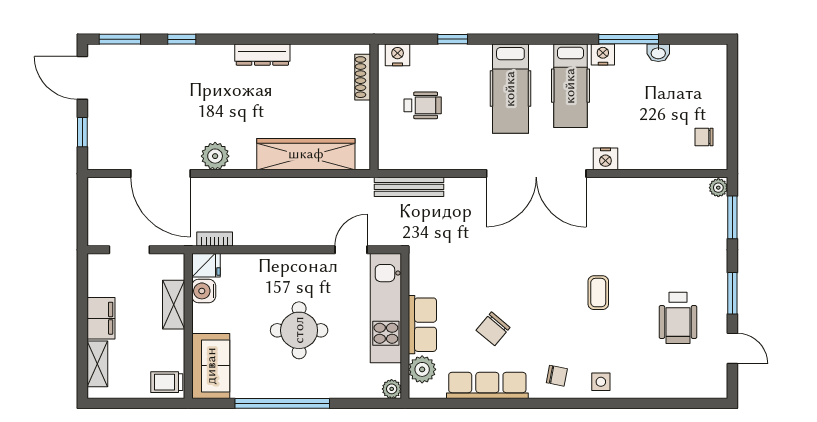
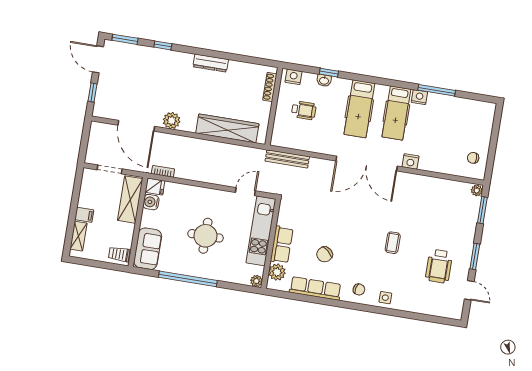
washbasin: (658, 53) -> (324, 80), moved
shelving: (174, 305) -> (130, 200), width x1.50, depth x1.33
filing cabinet: (101, 318) -> (84, 215), width x0.50

